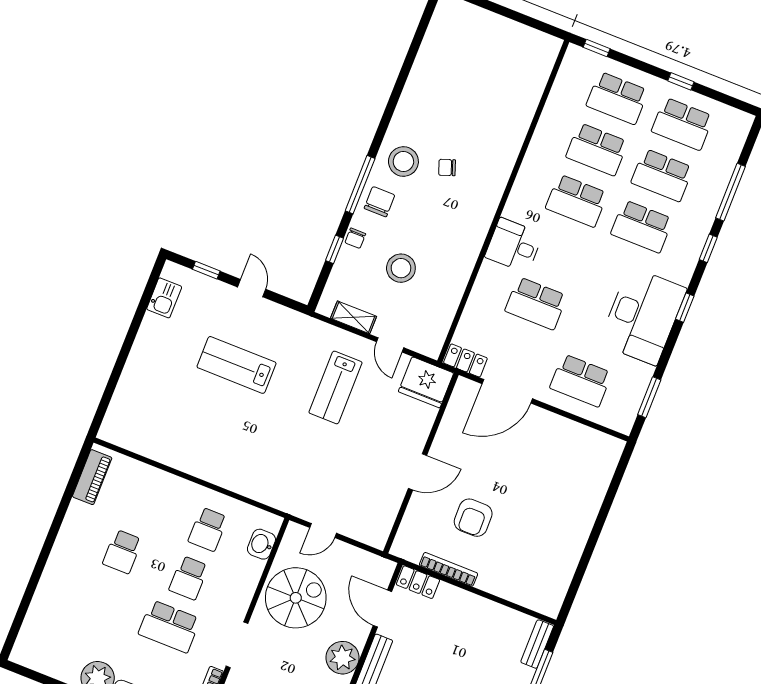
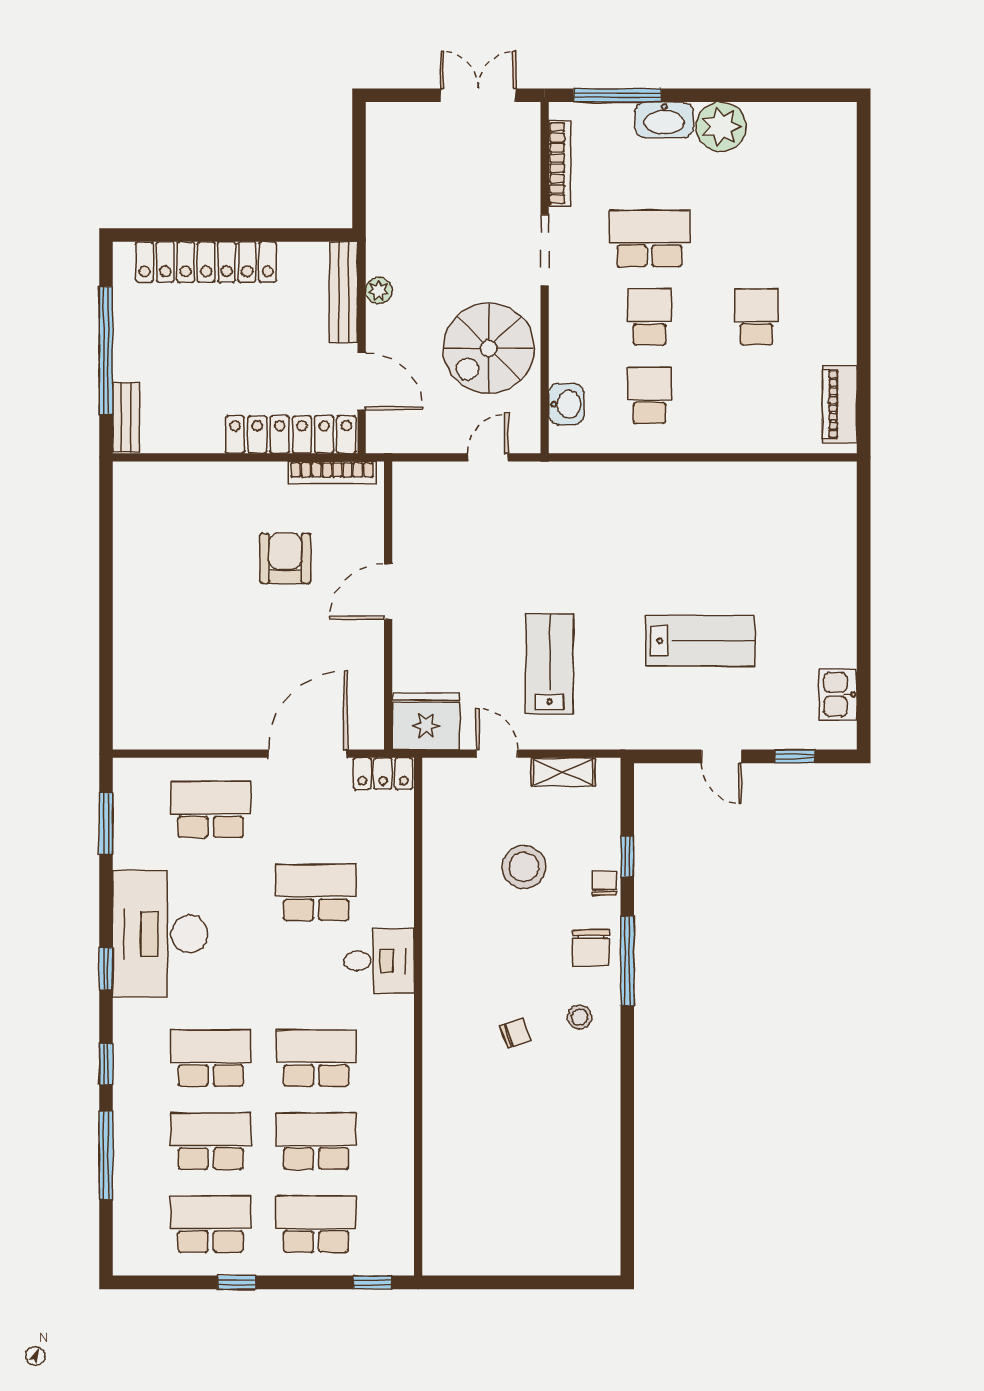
stool: (403, 162) -> (580, 1017), width x0.53, depth x0.53
bookcase: (448, 569) -> (332, 472), moved
locker: (418, 582) -> (291, 434), width x2.16, depth x1.21
plant: (342, 658) -> (379, 291), width x0.53, depth x0.53

